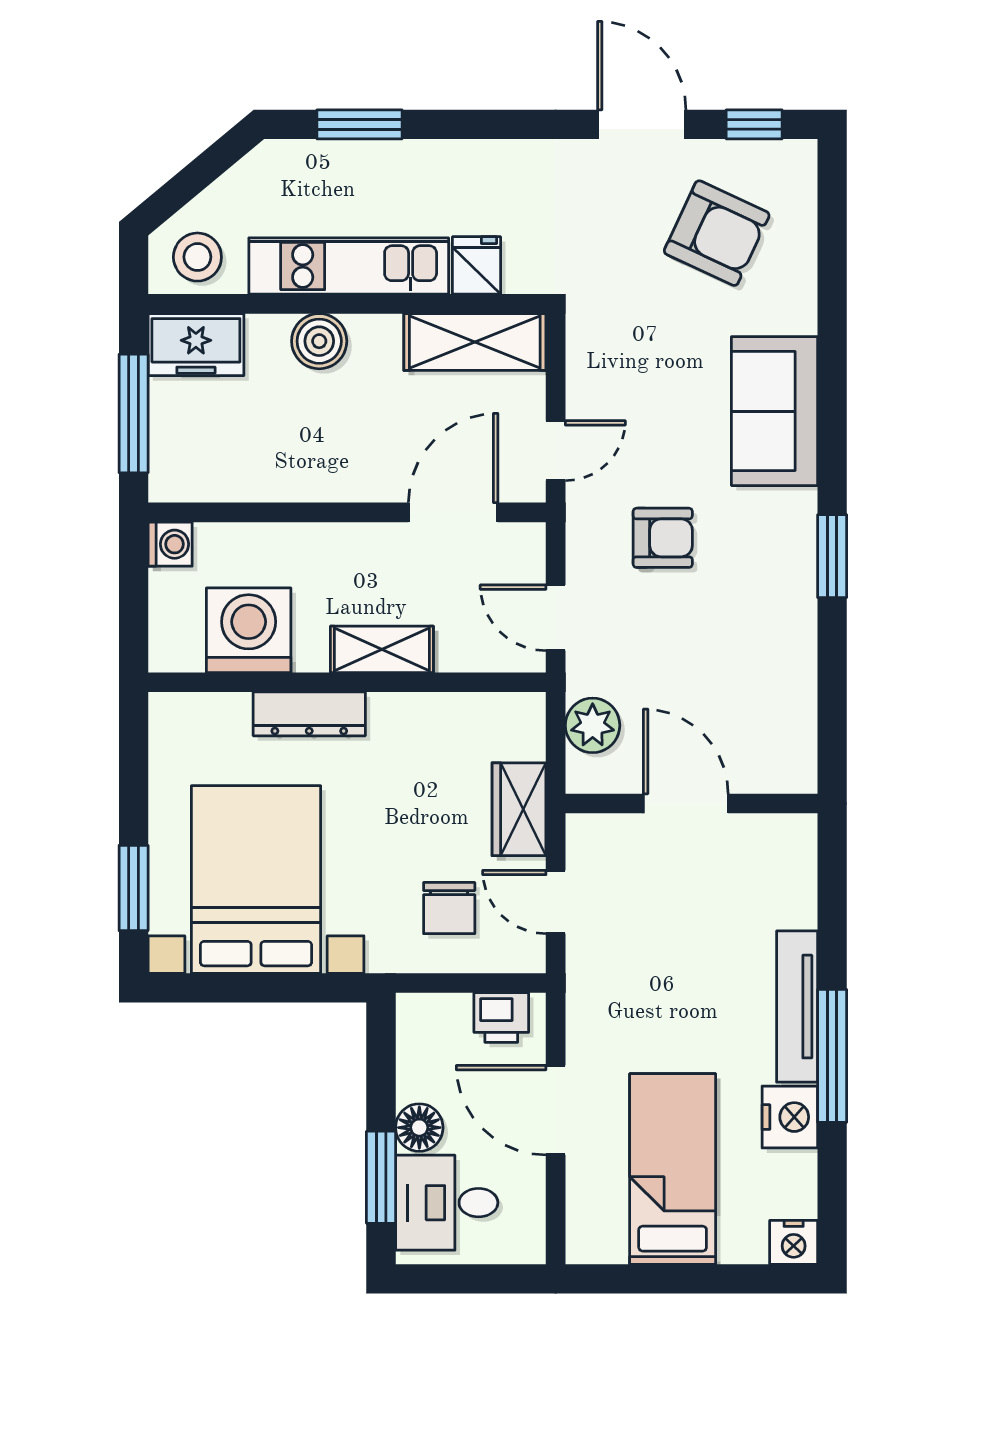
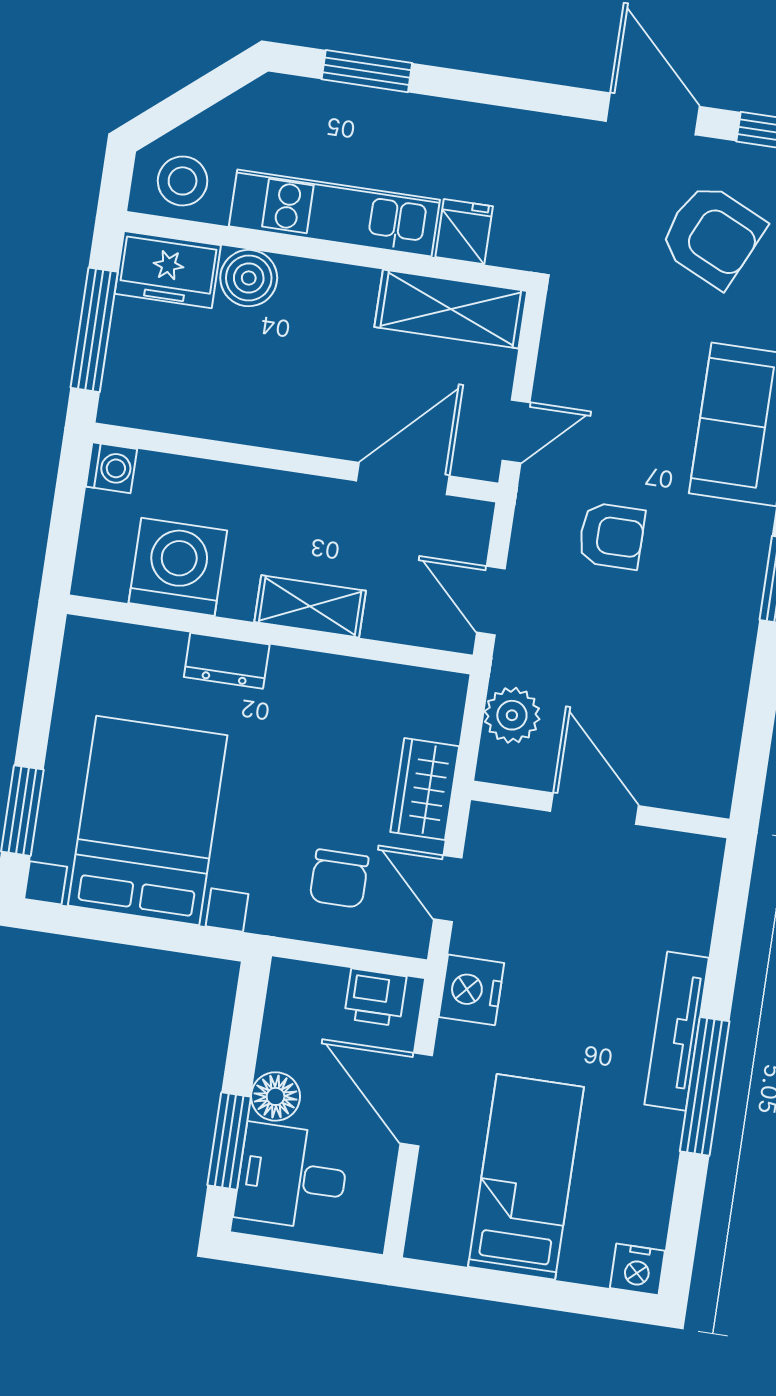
boiler: (319, 341) -> (249, 278), moved
dresser: (309, 714) -> (227, 661), width x0.70
nightstand: (790, 1117) -> (471, 990), moved, turned 180

